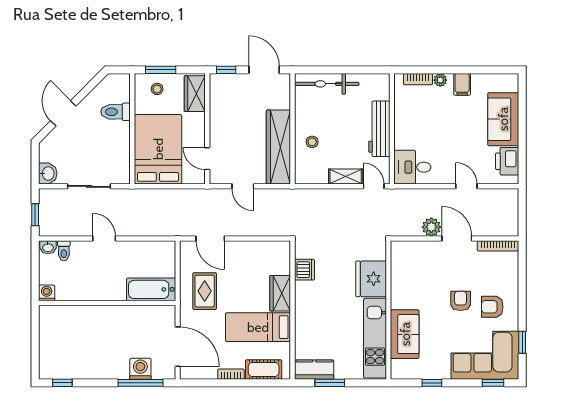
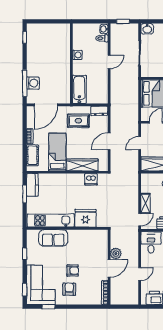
door: (210, 239) -> (109, 141), moved
dresser: (188, 256) -> (99, 111), added
washing machine: (47, 293) -> (77, 55), moved
wardrobe: (280, 293) -> (82, 165), width x1.50

